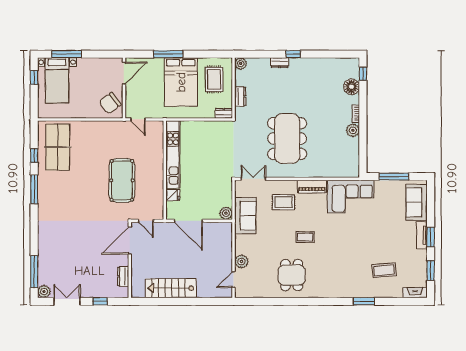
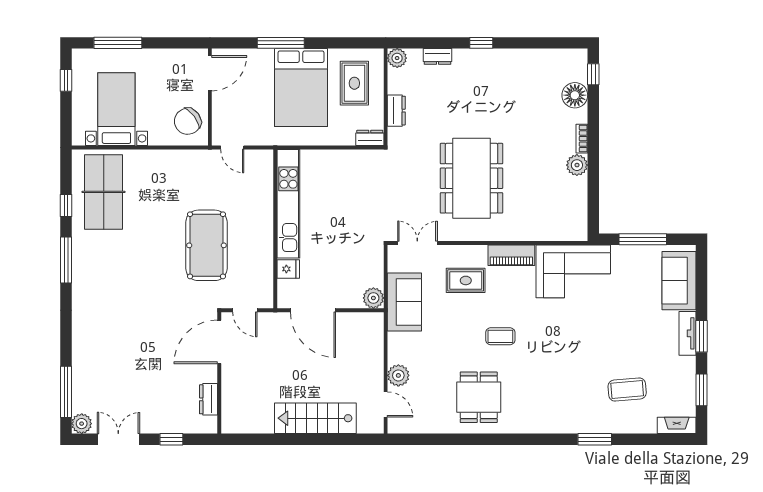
dresser: (280, 63) -> (438, 56), moved
bed with nightstands: (57, 80) -> (116, 109), moved, turned 180
door: (234, 280) -> (386, 404), swing flipped
stairs: (171, 288) -> (315, 418), moved

